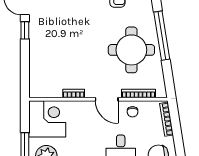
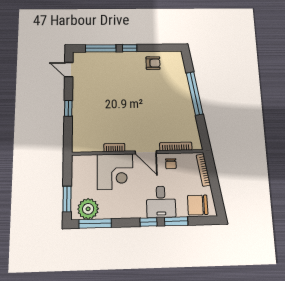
window: (25, 30) -> (68, 108), moved
round table: (131, 50) -> (167, 107), removed
corner desk: (47, 119) -> (115, 172), moved, turned 90

